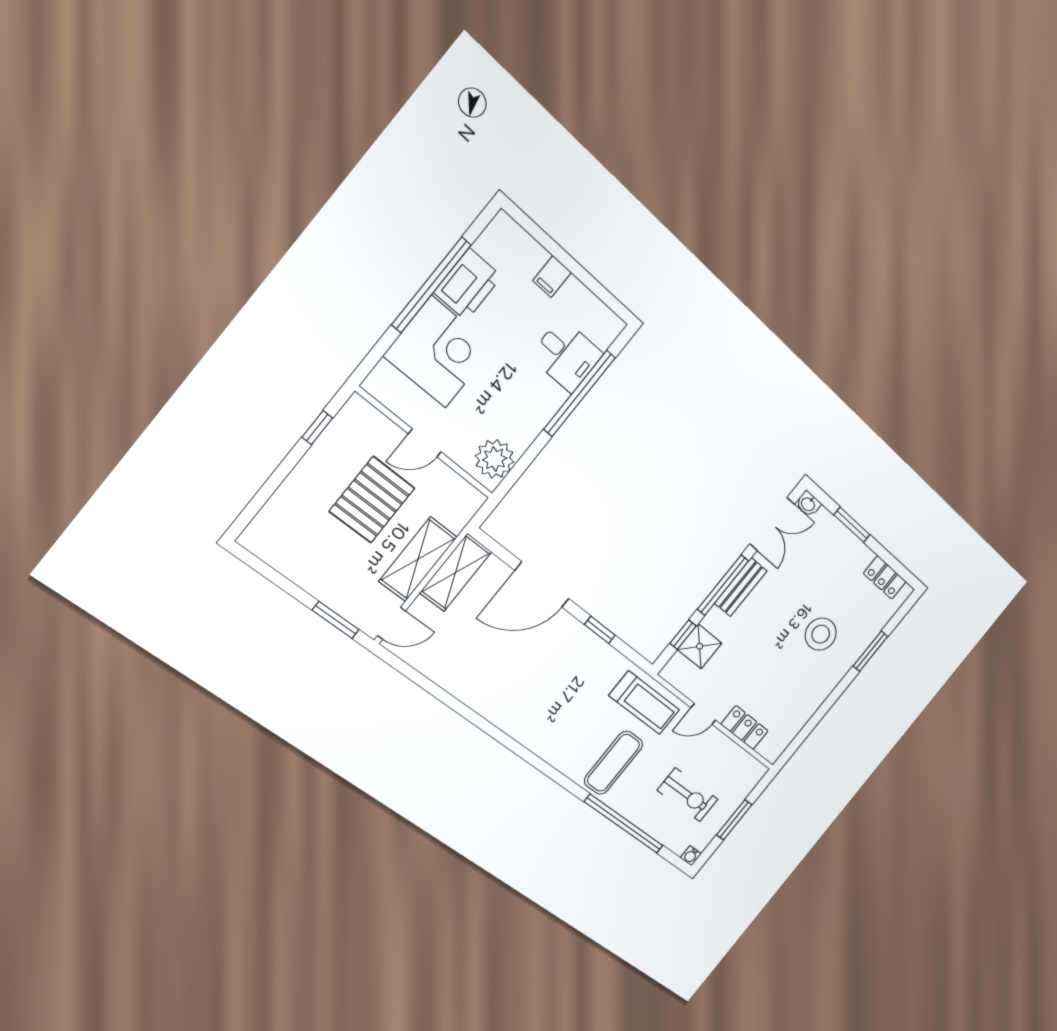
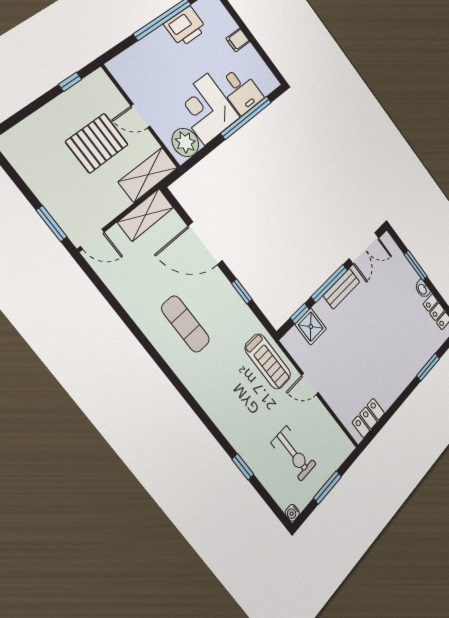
corner desk: (439, 352) -> (206, 109), moved, turned 180
washbasin: (808, 504) -> (422, 289), moved
shelving: (418, 559) -> (148, 175), moved
stool: (821, 634) -> (394, 343), removed
locker: (745, 727) -> (368, 418), moved, turned -90
exercise mat: (613, 763) -> (185, 324), moved, turned 90
window: (624, 824) -> (243, 467), width x0.32

